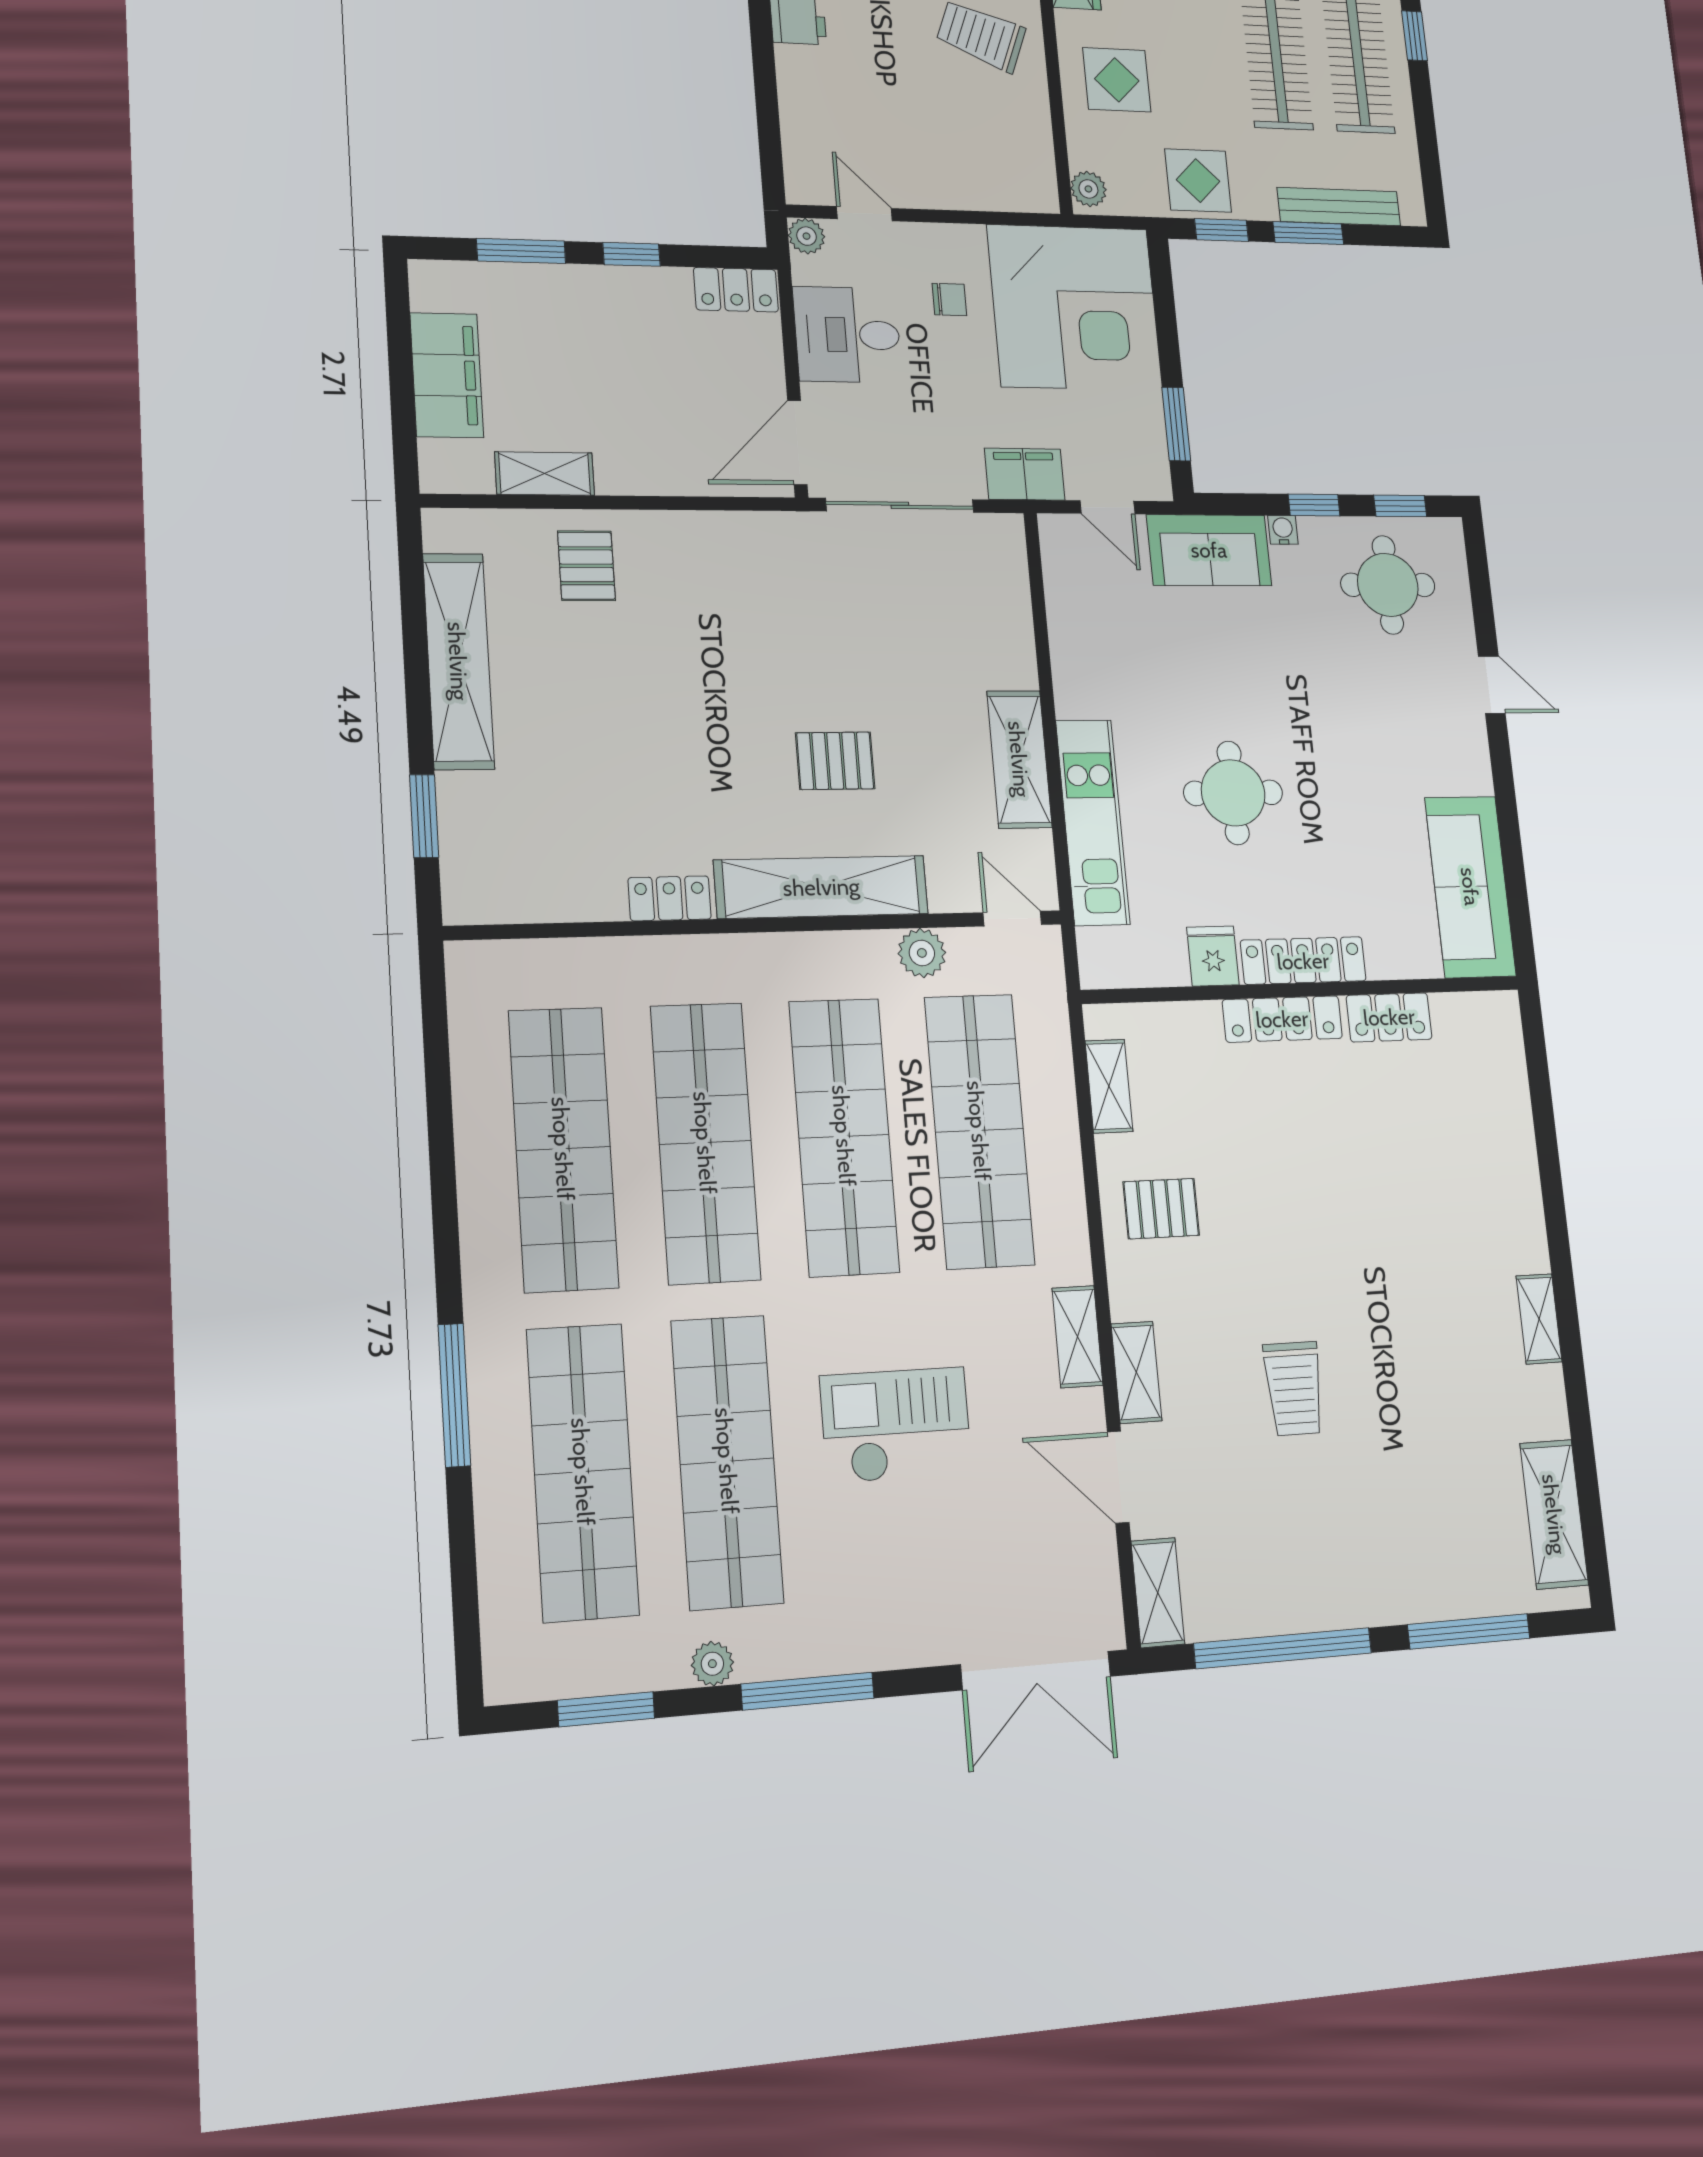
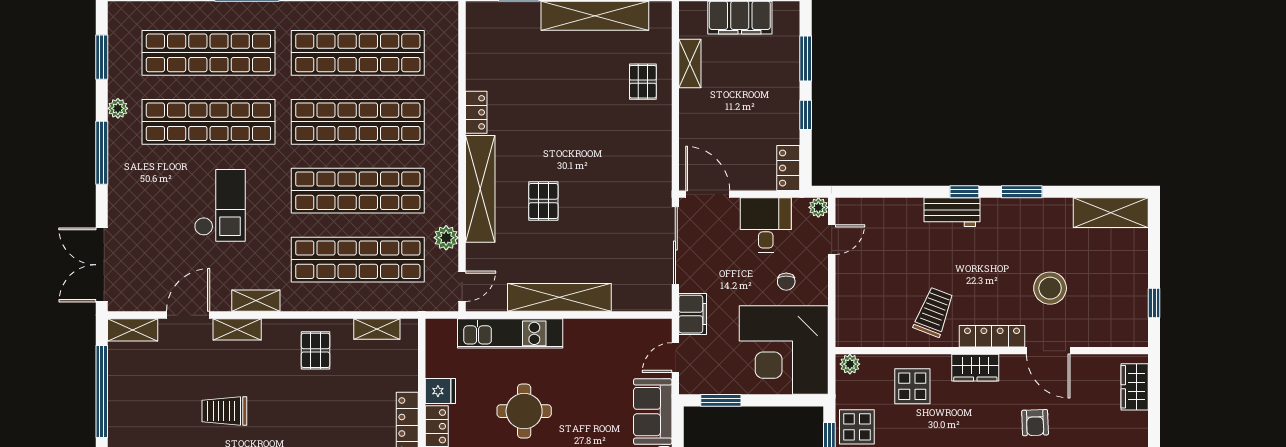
pallet: (586, 566) -> (643, 82), turned 90
shelving: (1019, 759) -> (559, 297), width x1.47

